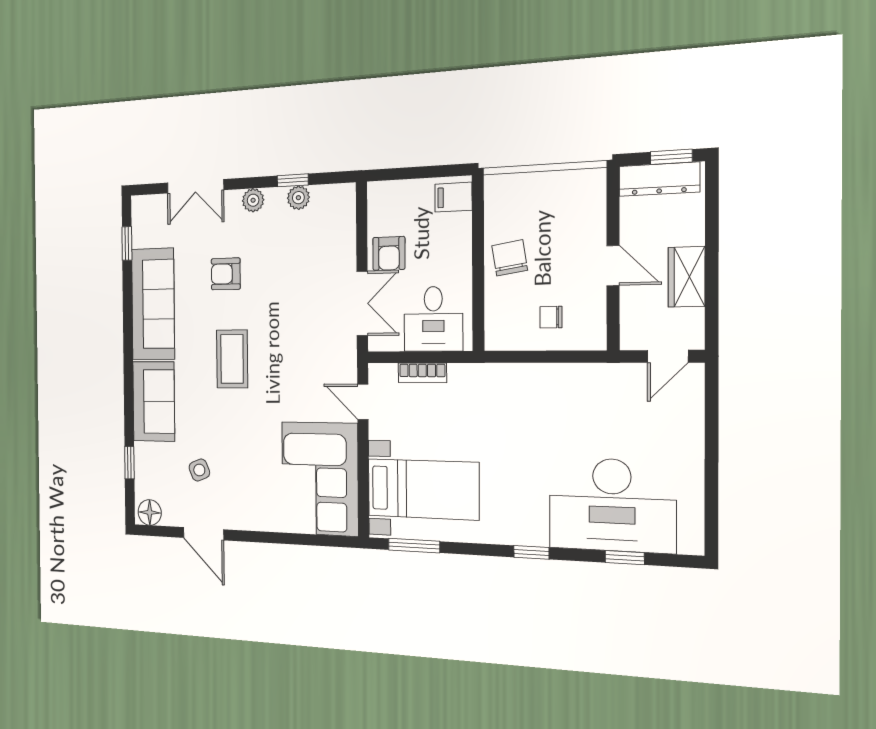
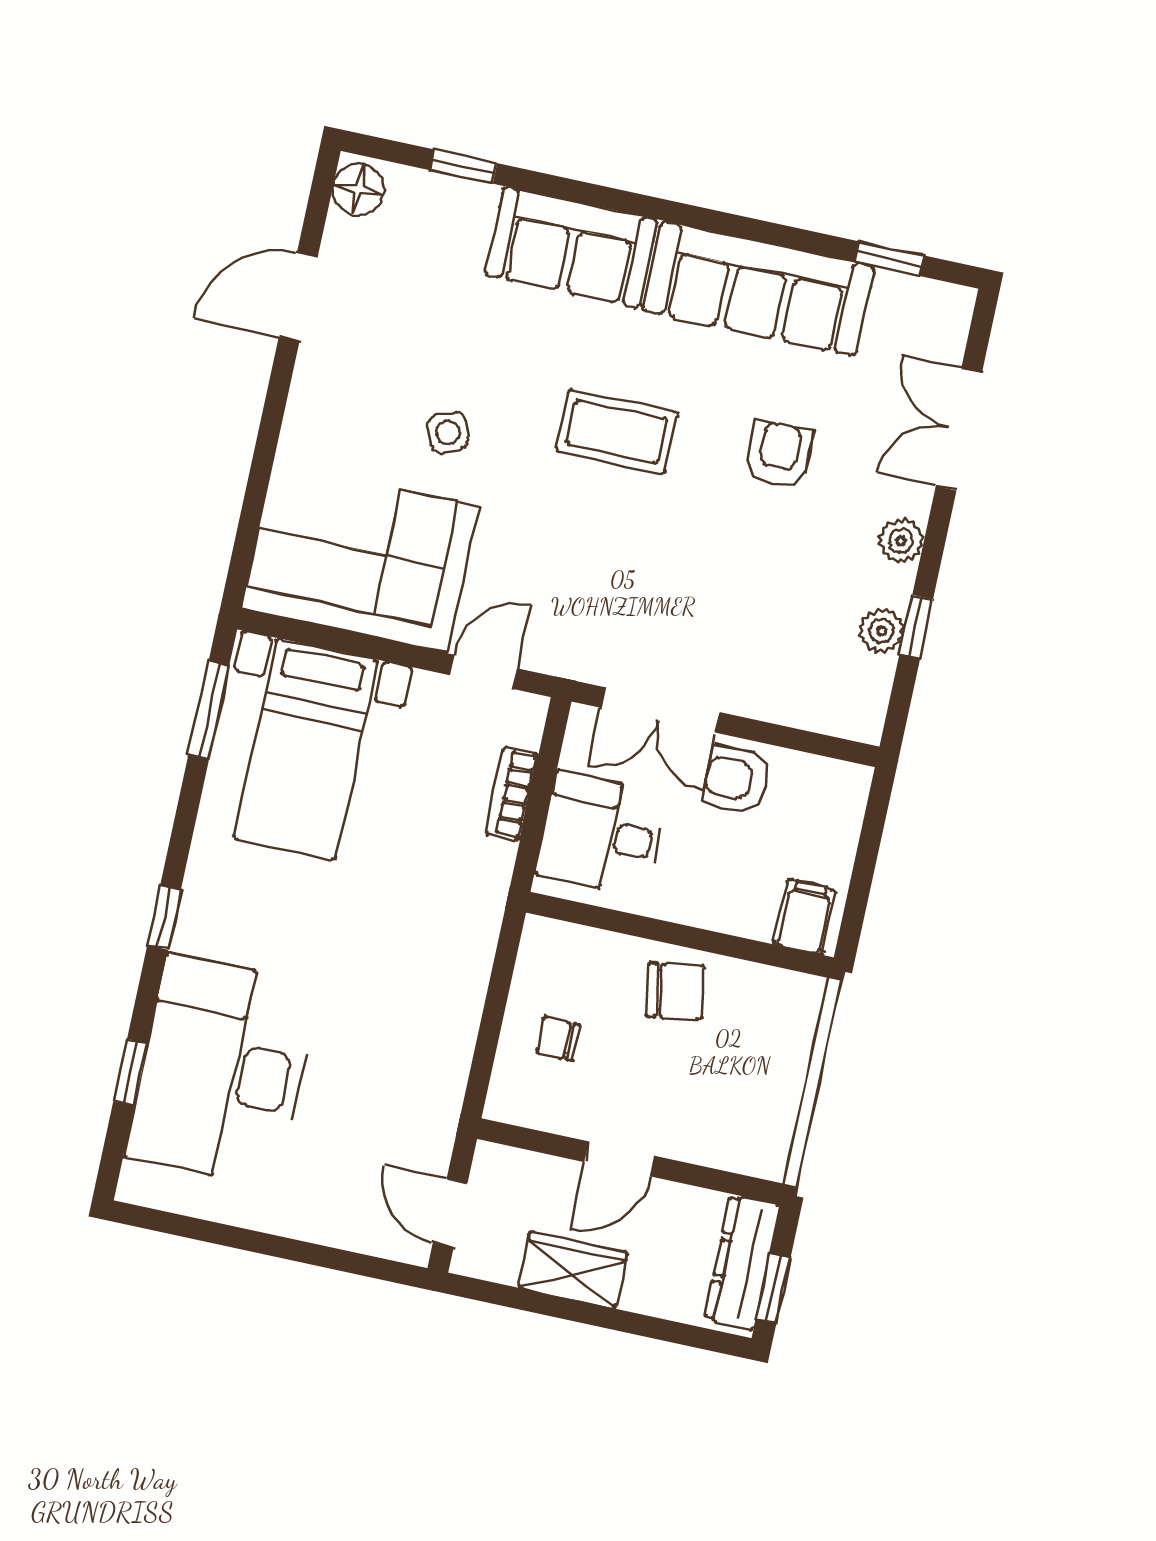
chair: (551, 317) -> (558, 1039), turned -90
side table: (199, 470) -> (448, 432), moved

